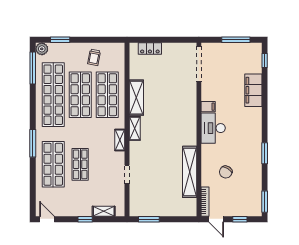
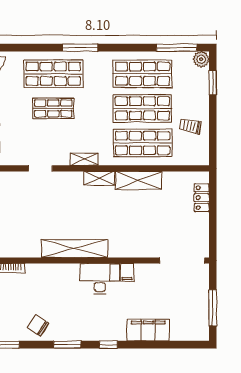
window: (265, 61) -> (108, 345), moved
shop shelf: (53, 95) -> (142, 74), width x0.71
shelving: (190, 172) -> (75, 249), moved
chair: (226, 172) -> (38, 326), moved

